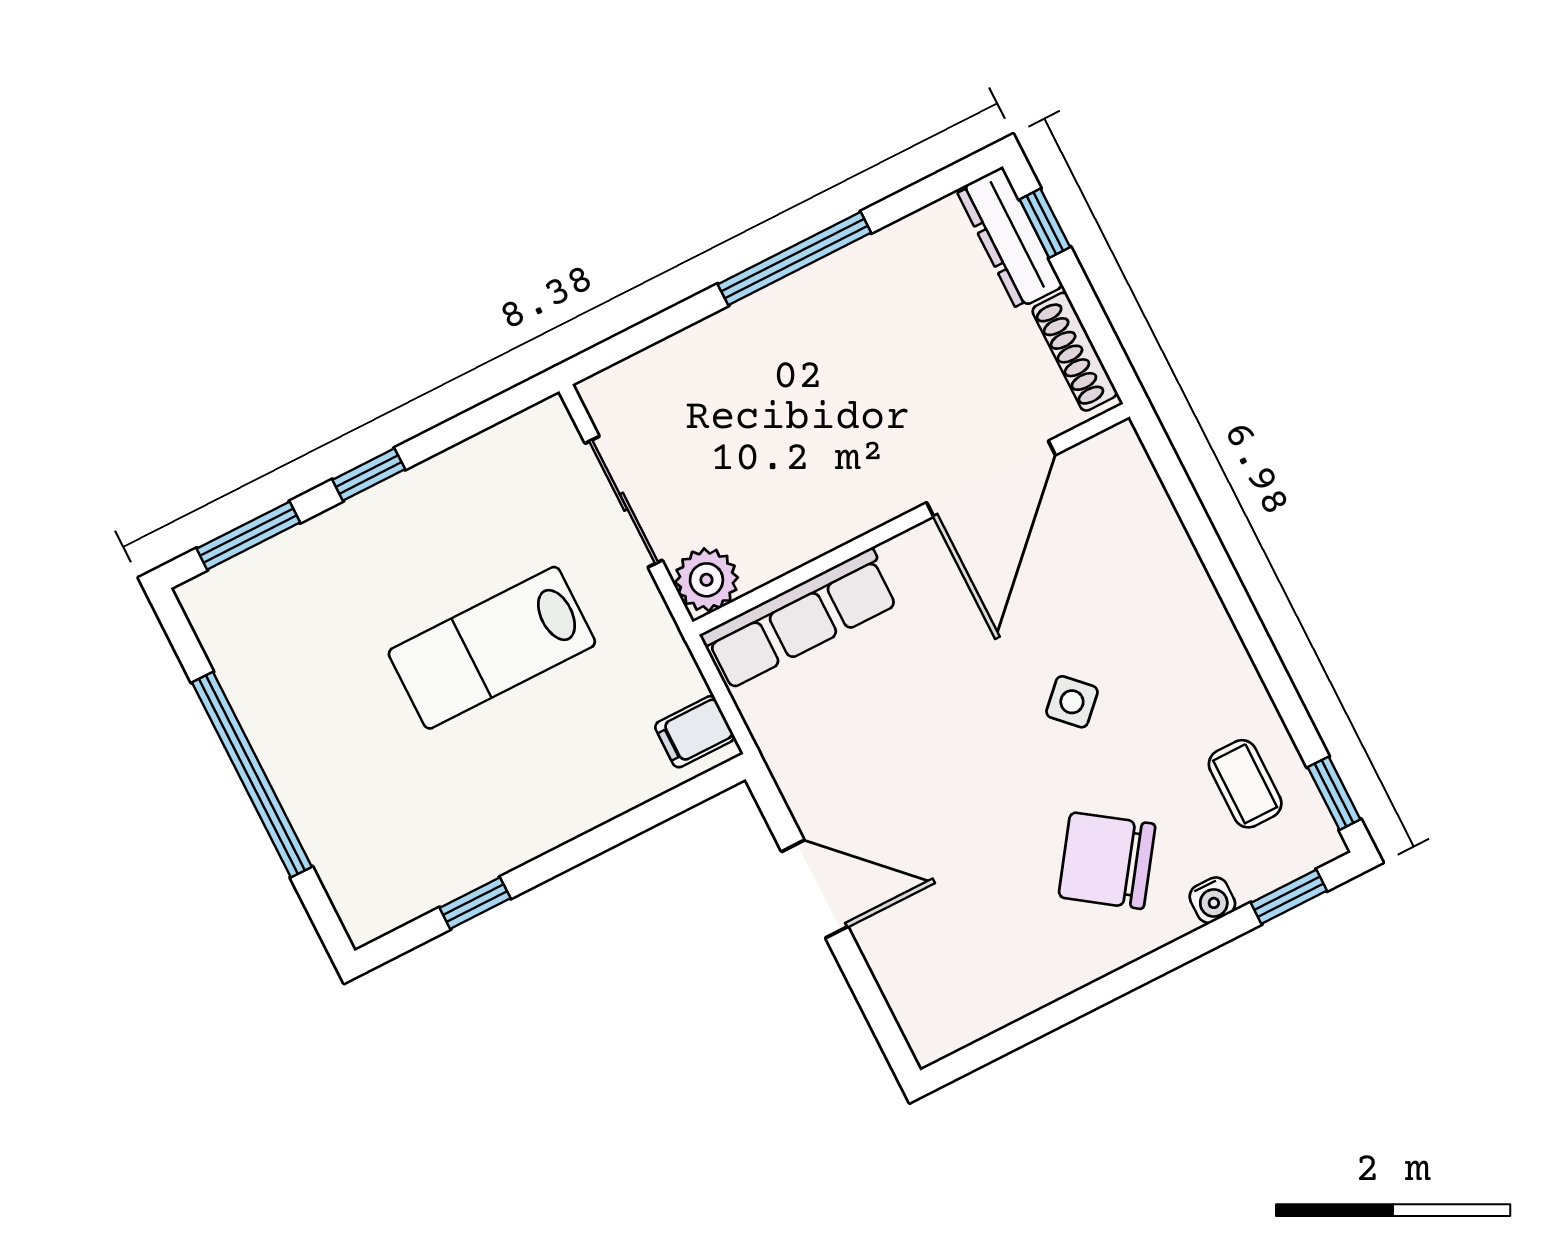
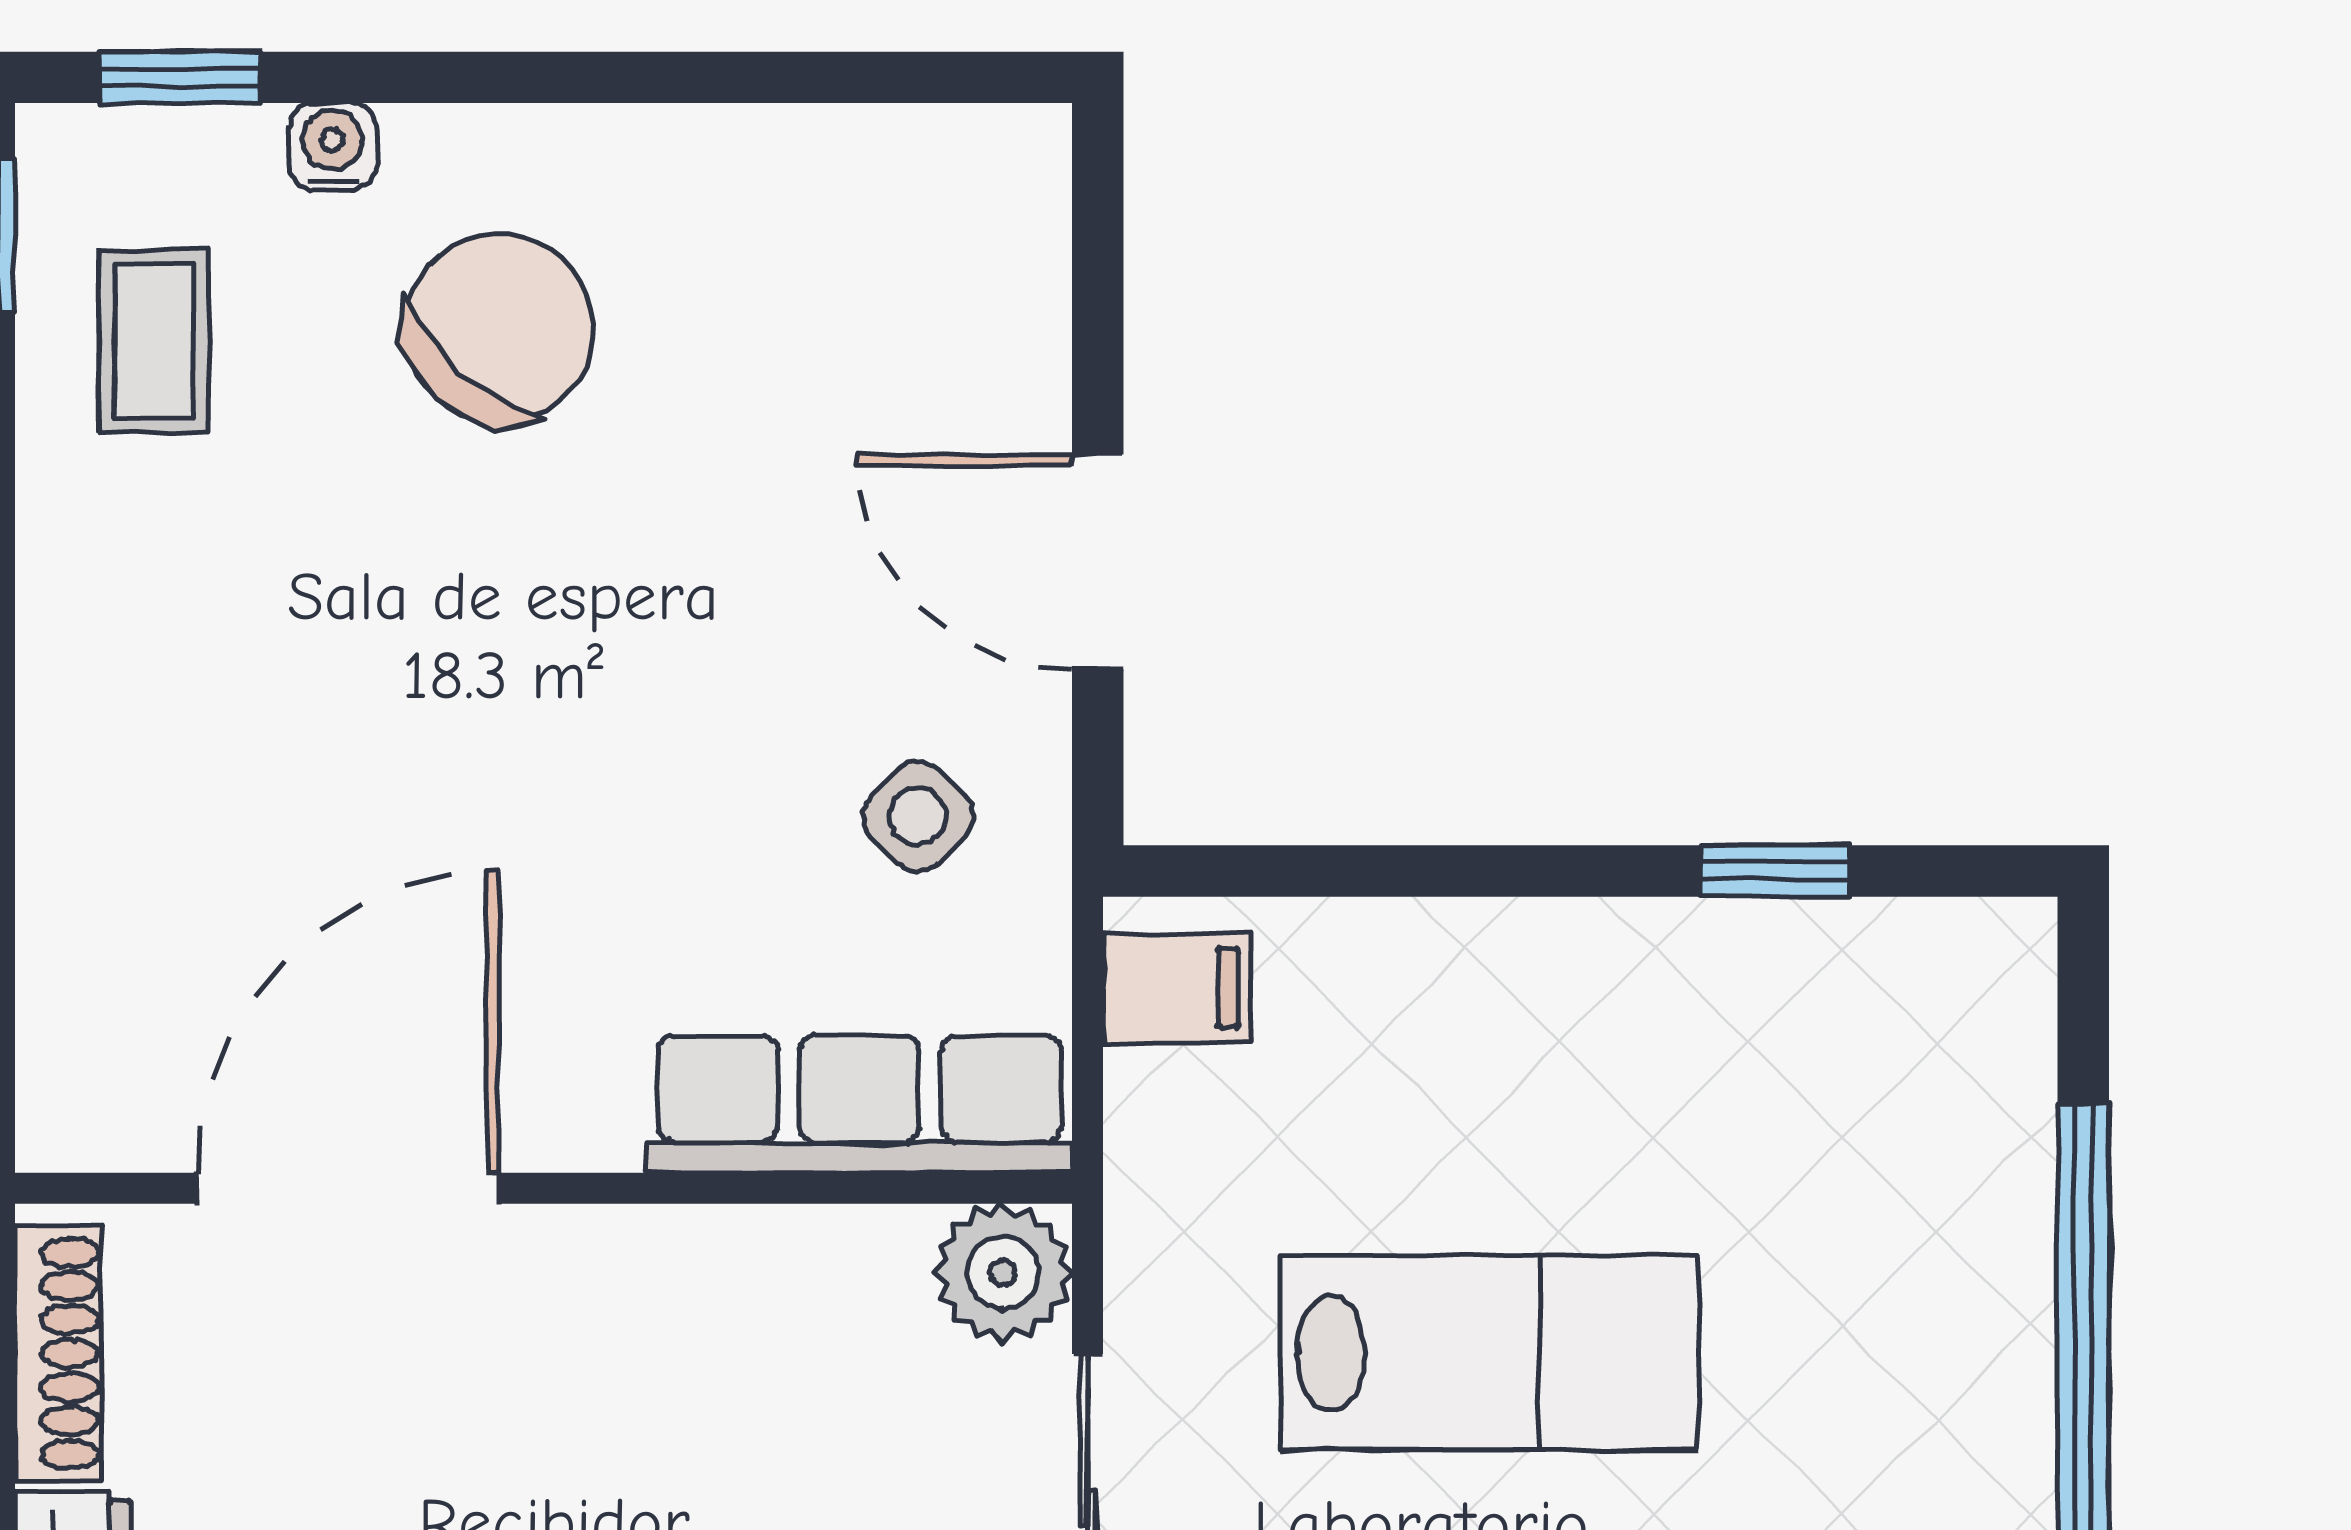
side table: (1072, 702) -> (918, 816), moved
chair: (1107, 861) -> (499, 328), turned -83

